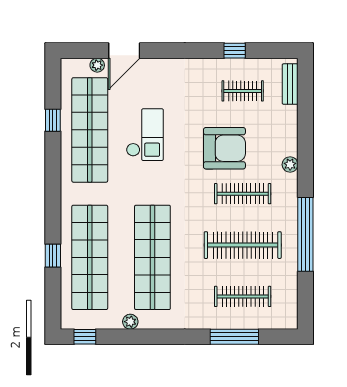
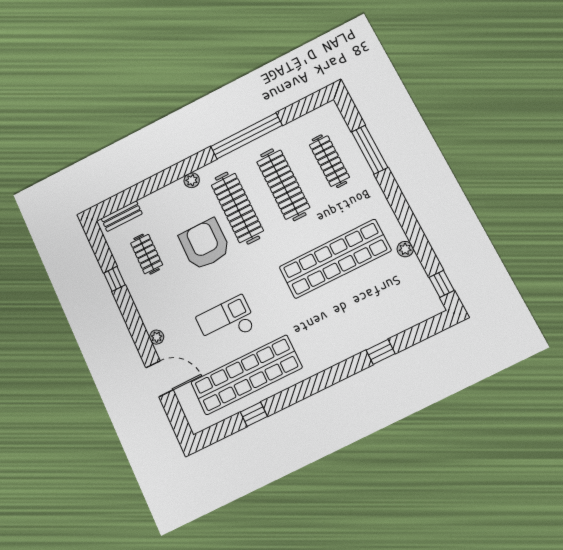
plant: (97, 65) -> (157, 337), moved
clothes rail: (243, 194) -> (237, 208), width x1.37, depth x1.31
shop shelf: (90, 257) -> (365, 316), removed

